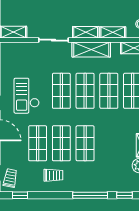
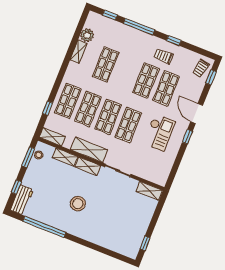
shop shelf: (85, 143) -> (106, 64), moved
window: (20, 195) -> (174, 40), moved

